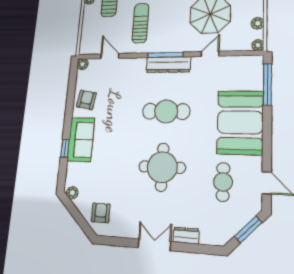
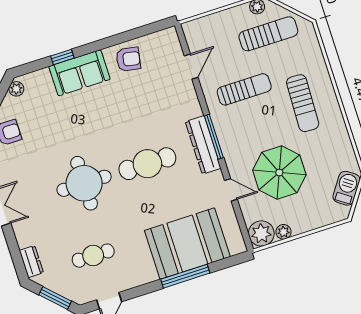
plant: (258, 45) -> (261, 233), width x1.88, depth x1.88
plant: (83, 64) -> (170, 35), removed
window: (267, 84) -> (185, 276), moved
cafe table: (166, 111) -> (147, 164), turned 90
booth: (240, 122) -> (187, 244), moved
dresser: (186, 236) -> (31, 262), moved

